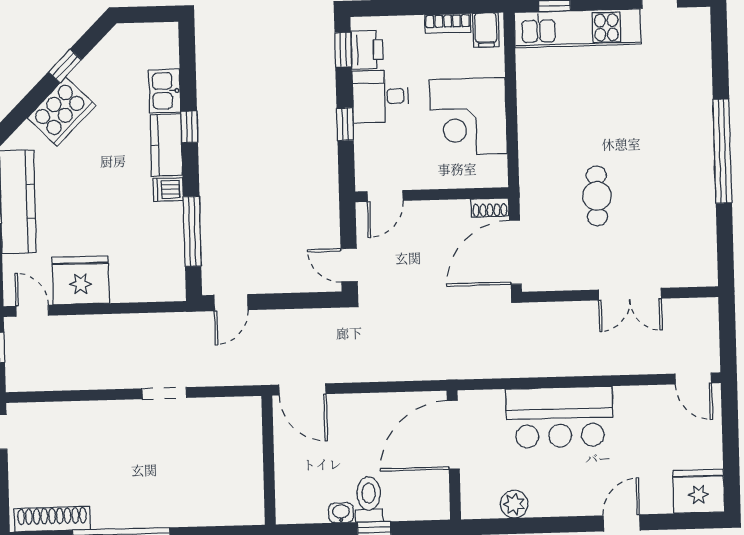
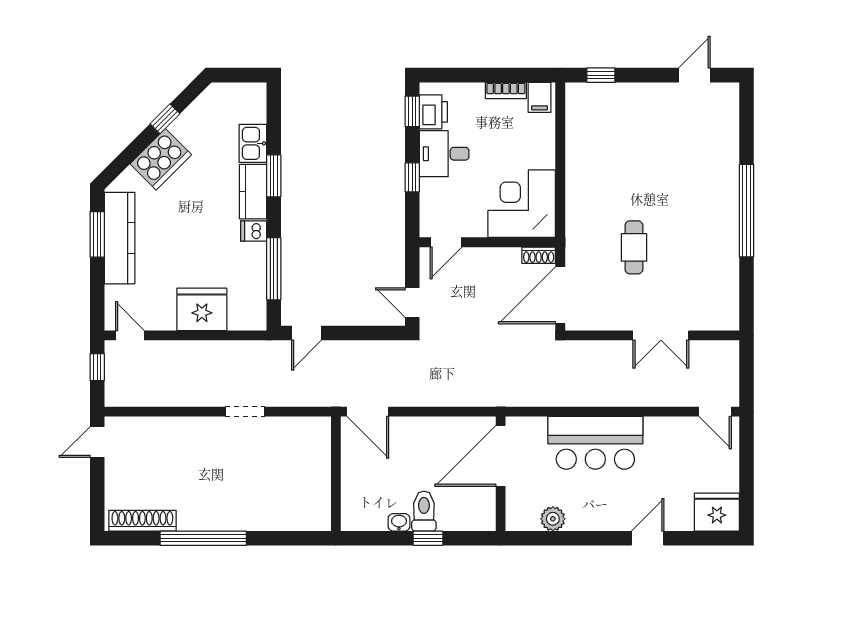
kitchen unit: (577, 28) -> (621, 98), removed
corner desk: (468, 117) -> (522, 204), moved, turned 90
window: (189, 127) -> (274, 176), width x1.50
fridge: (81, 280) -> (202, 309), moved

